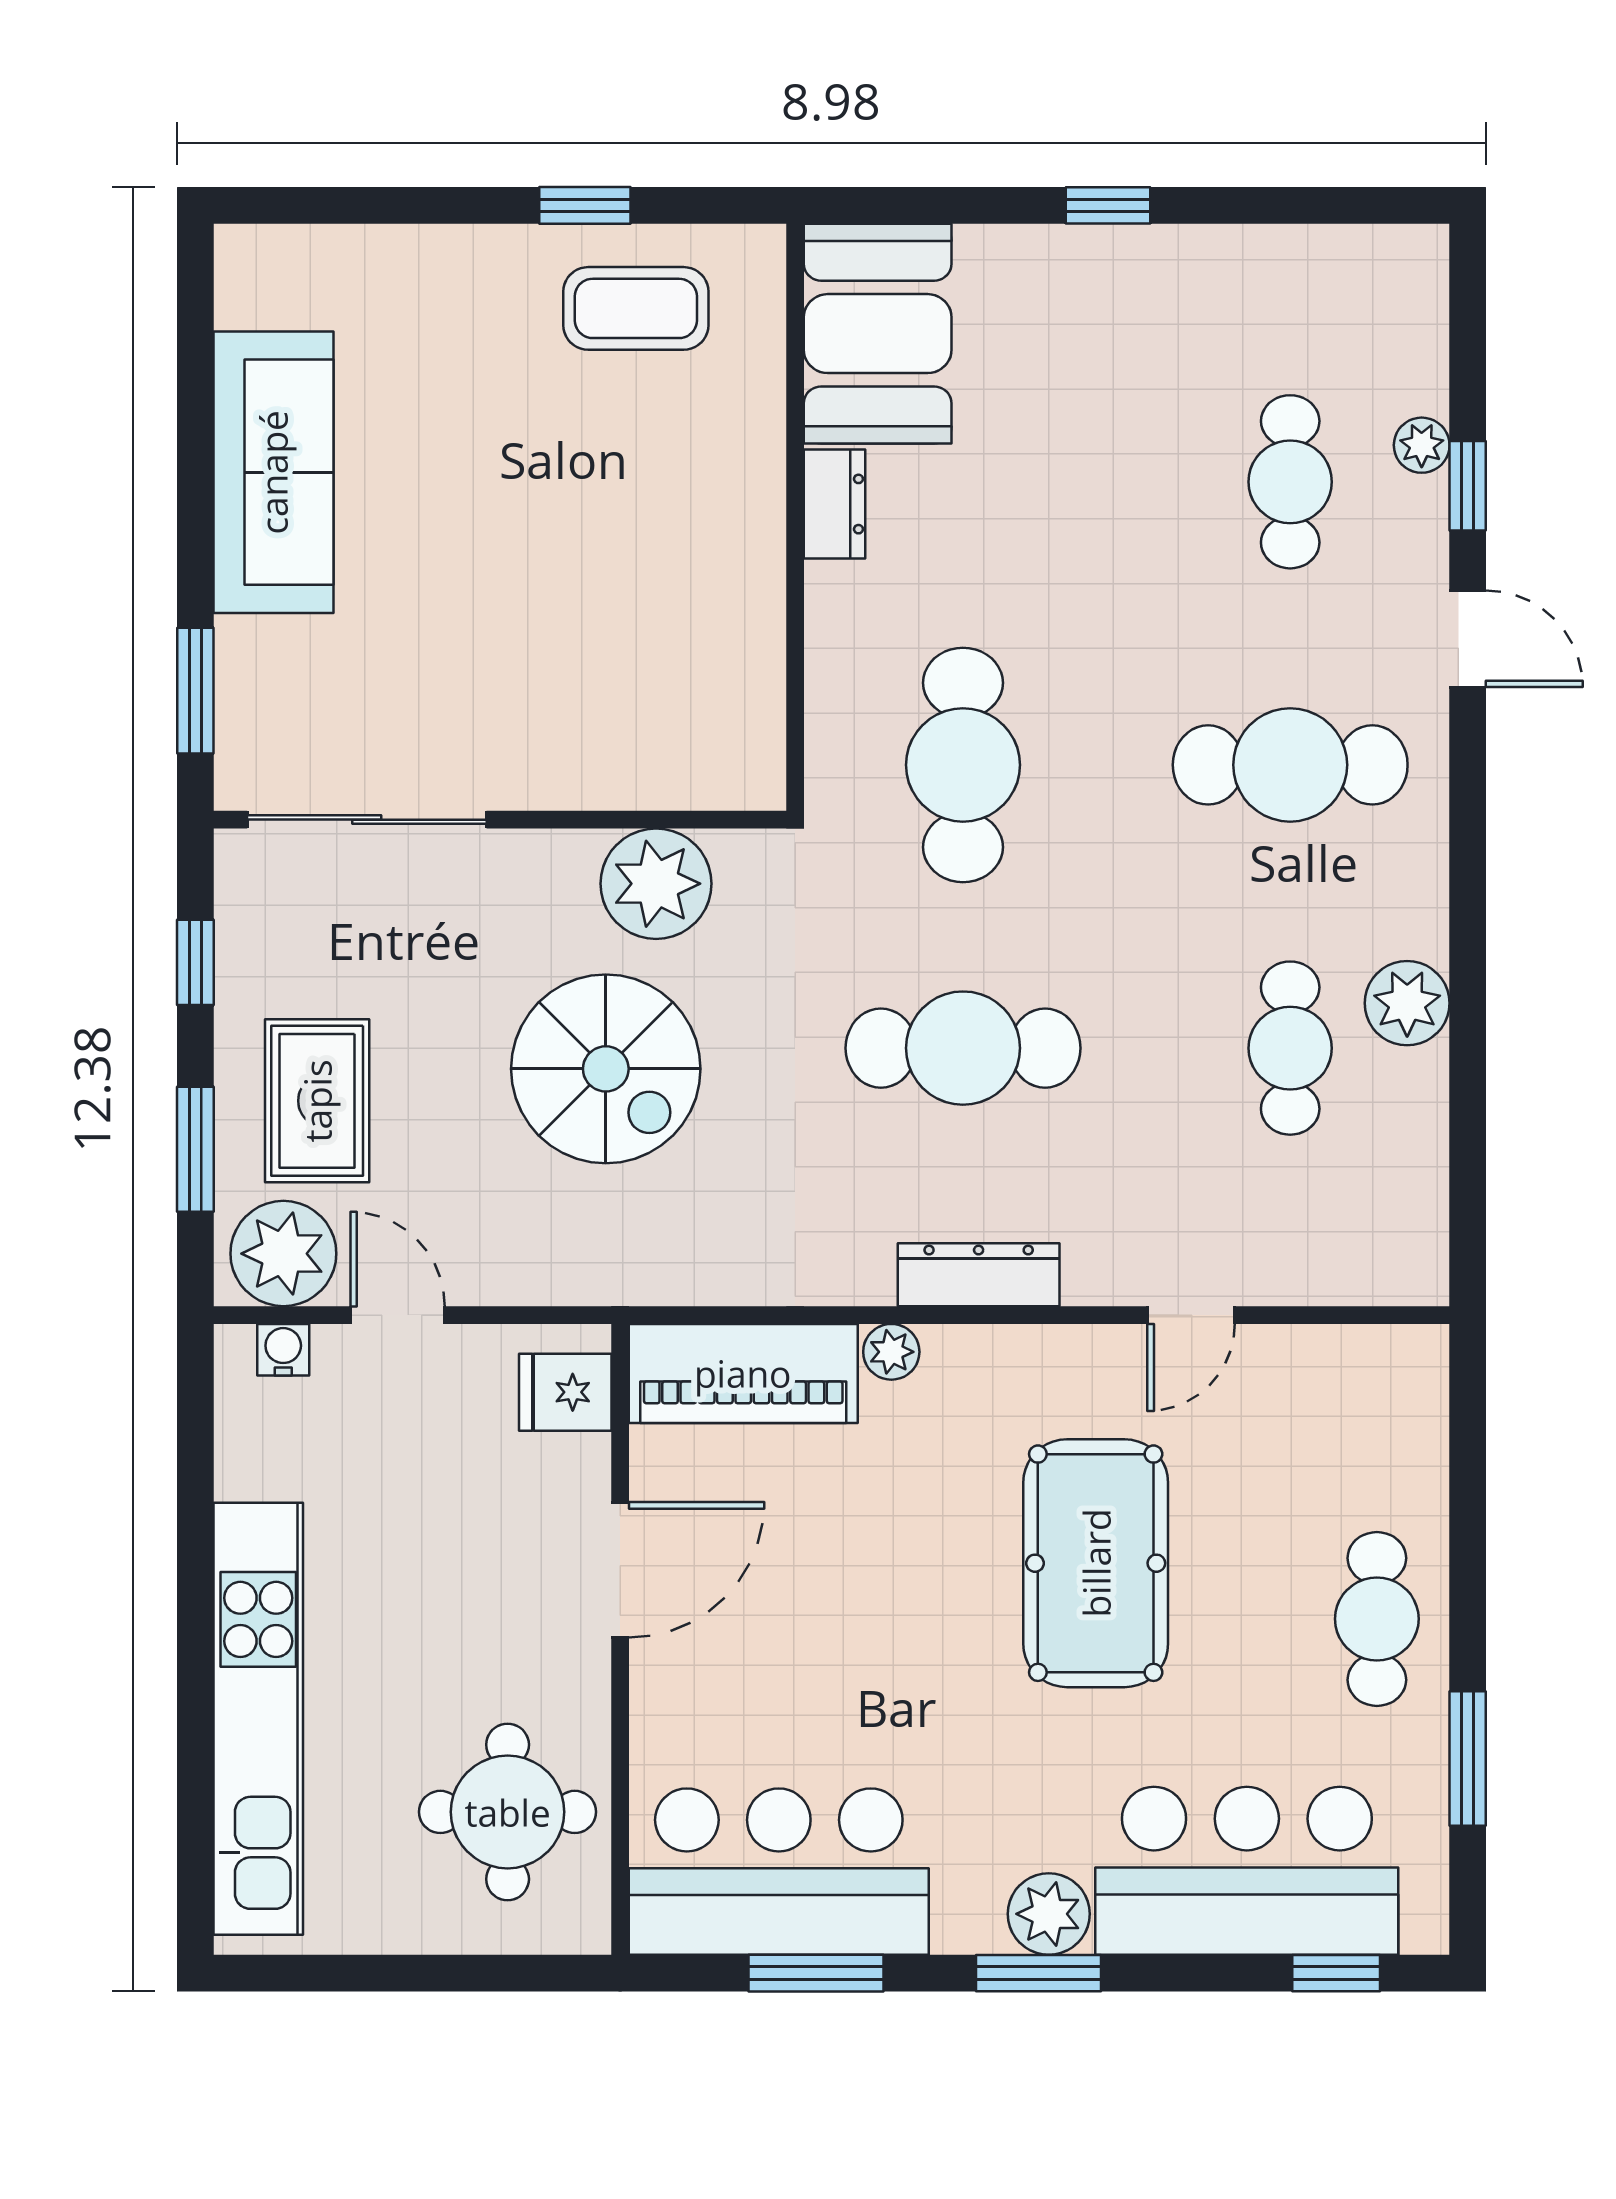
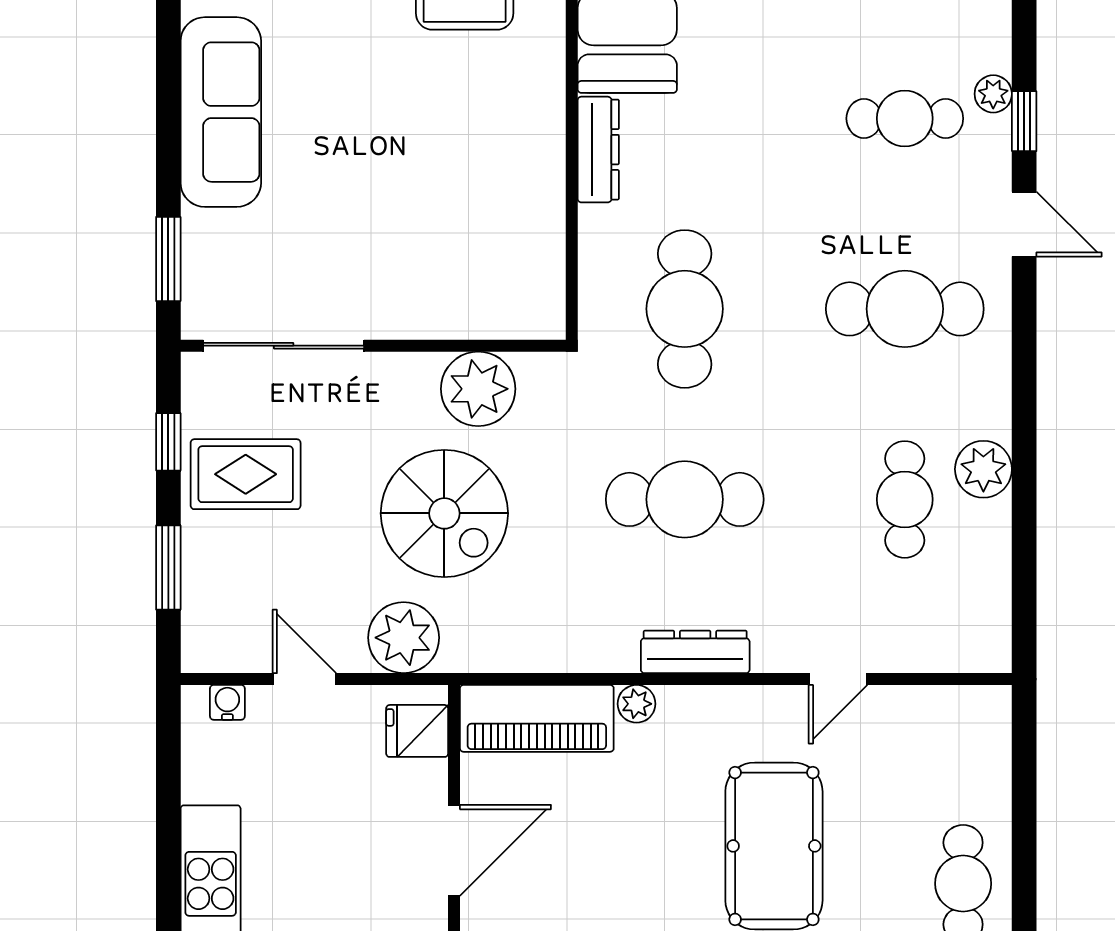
cafe table: (1290, 482) -> (905, 118), turned 90
dresser: (835, 504) -> (598, 150), width x1.44
rug: (317, 1101) -> (246, 474), moved, turned 90
plant: (283, 1254) -> (404, 638), moved

